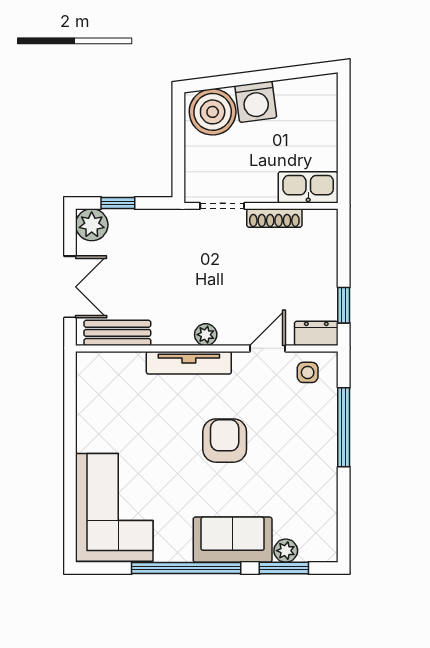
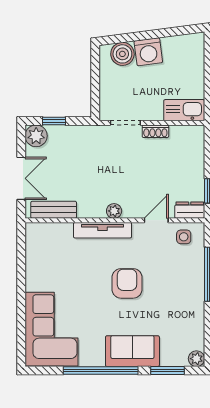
boiler: (213, 112) -> (122, 54), width x0.73, depth x0.73
shoe rack: (274, 218) -> (155, 131), width x0.70
plant: (286, 551) -> (196, 359), moved

